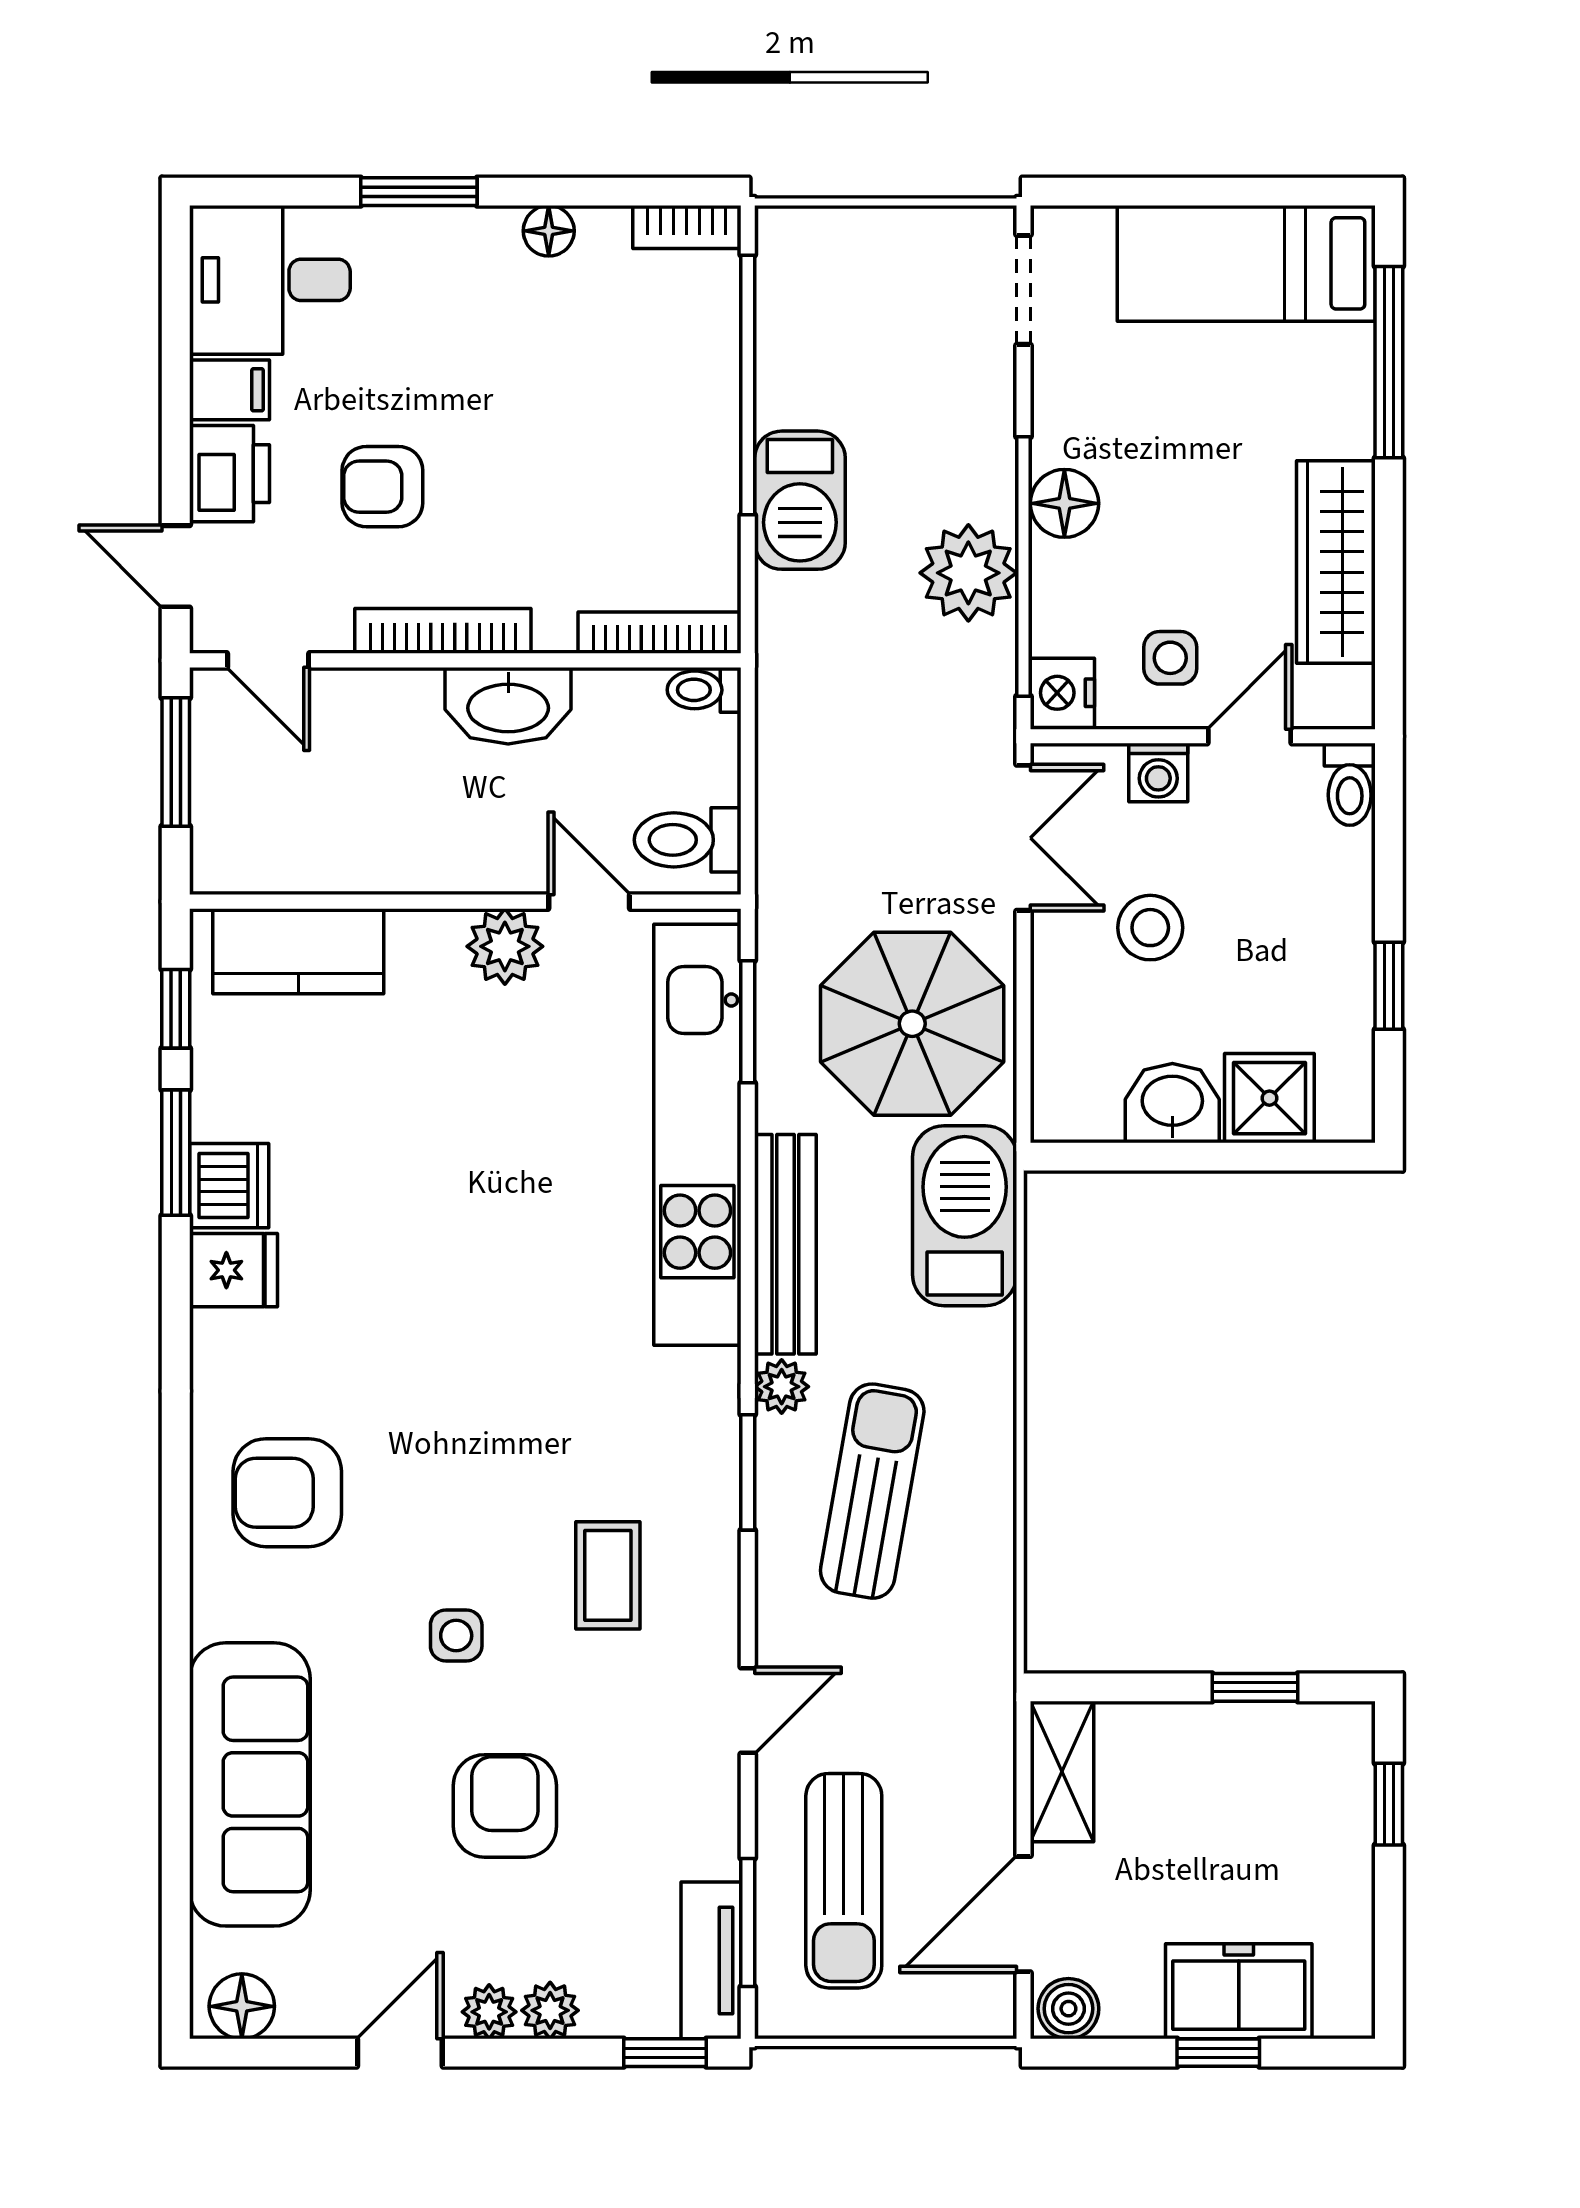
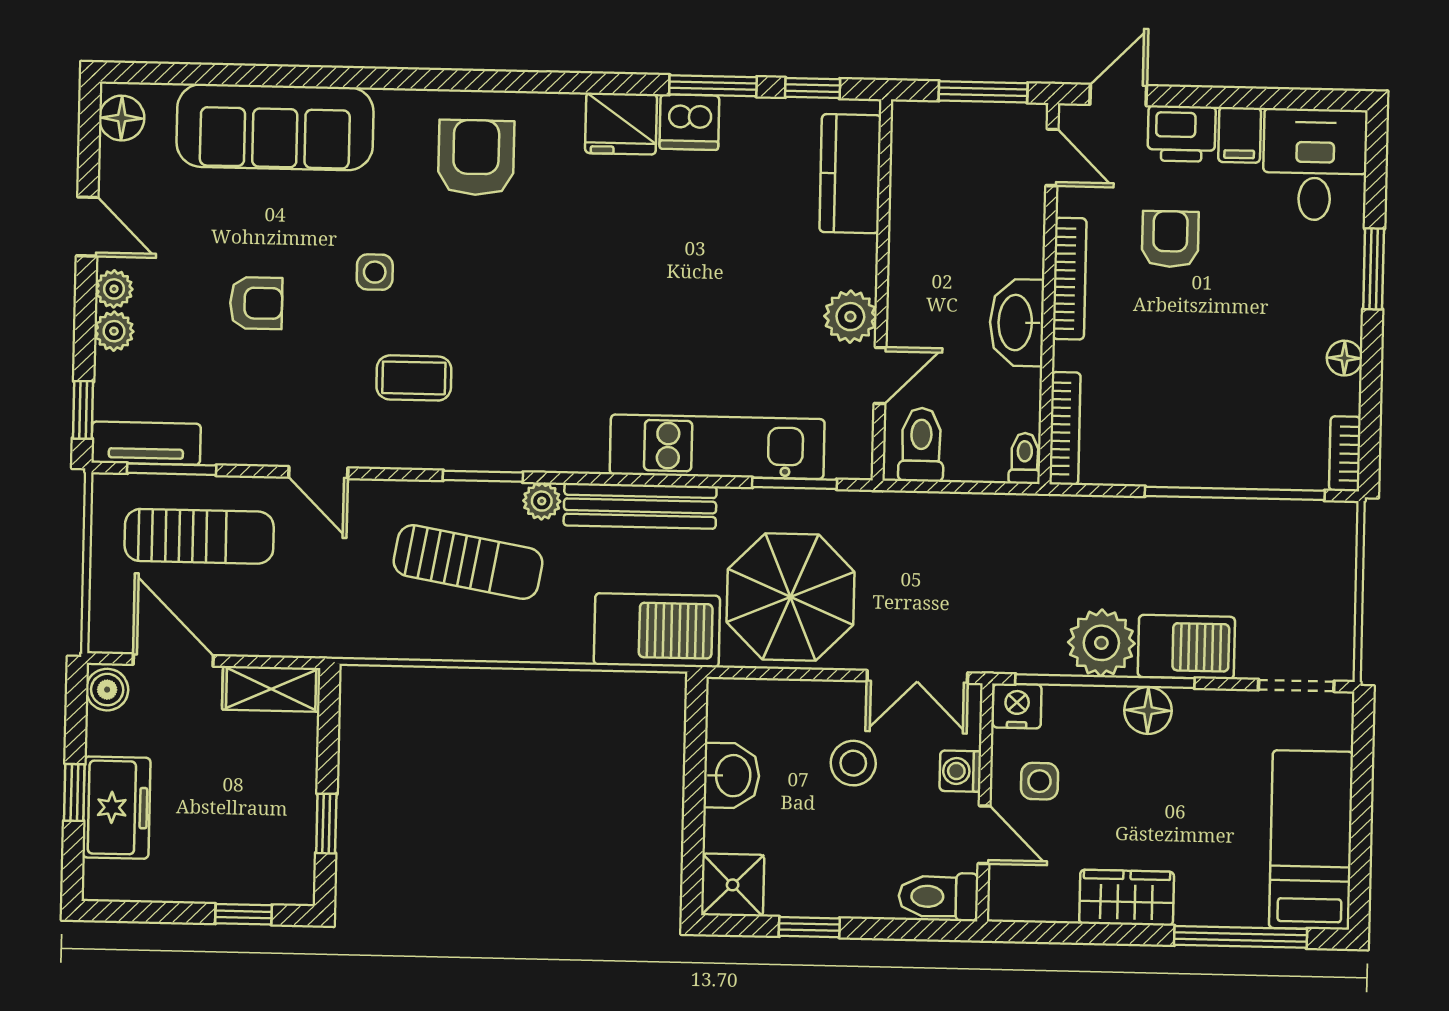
barbecue: (800, 500) -> (1186, 647), moved, turned 180
wardrobe: (1336, 562) -> (1127, 898), width x0.67
door: (268, 660) -> (1052, 157), swing flipped
toilet: (1350, 784) -> (938, 897), width x1.37, depth x1.39
shower: (1269, 1098) -> (733, 885), moved
kitchen unit: (697, 1135) -> (717, 447), width x0.73
fridge: (233, 1270) -> (621, 124), width x1.38
armchair: (505, 1806) -> (256, 303), width x0.72, depth x0.72
sun lounger: (844, 1881) -> (199, 536), turned 180

